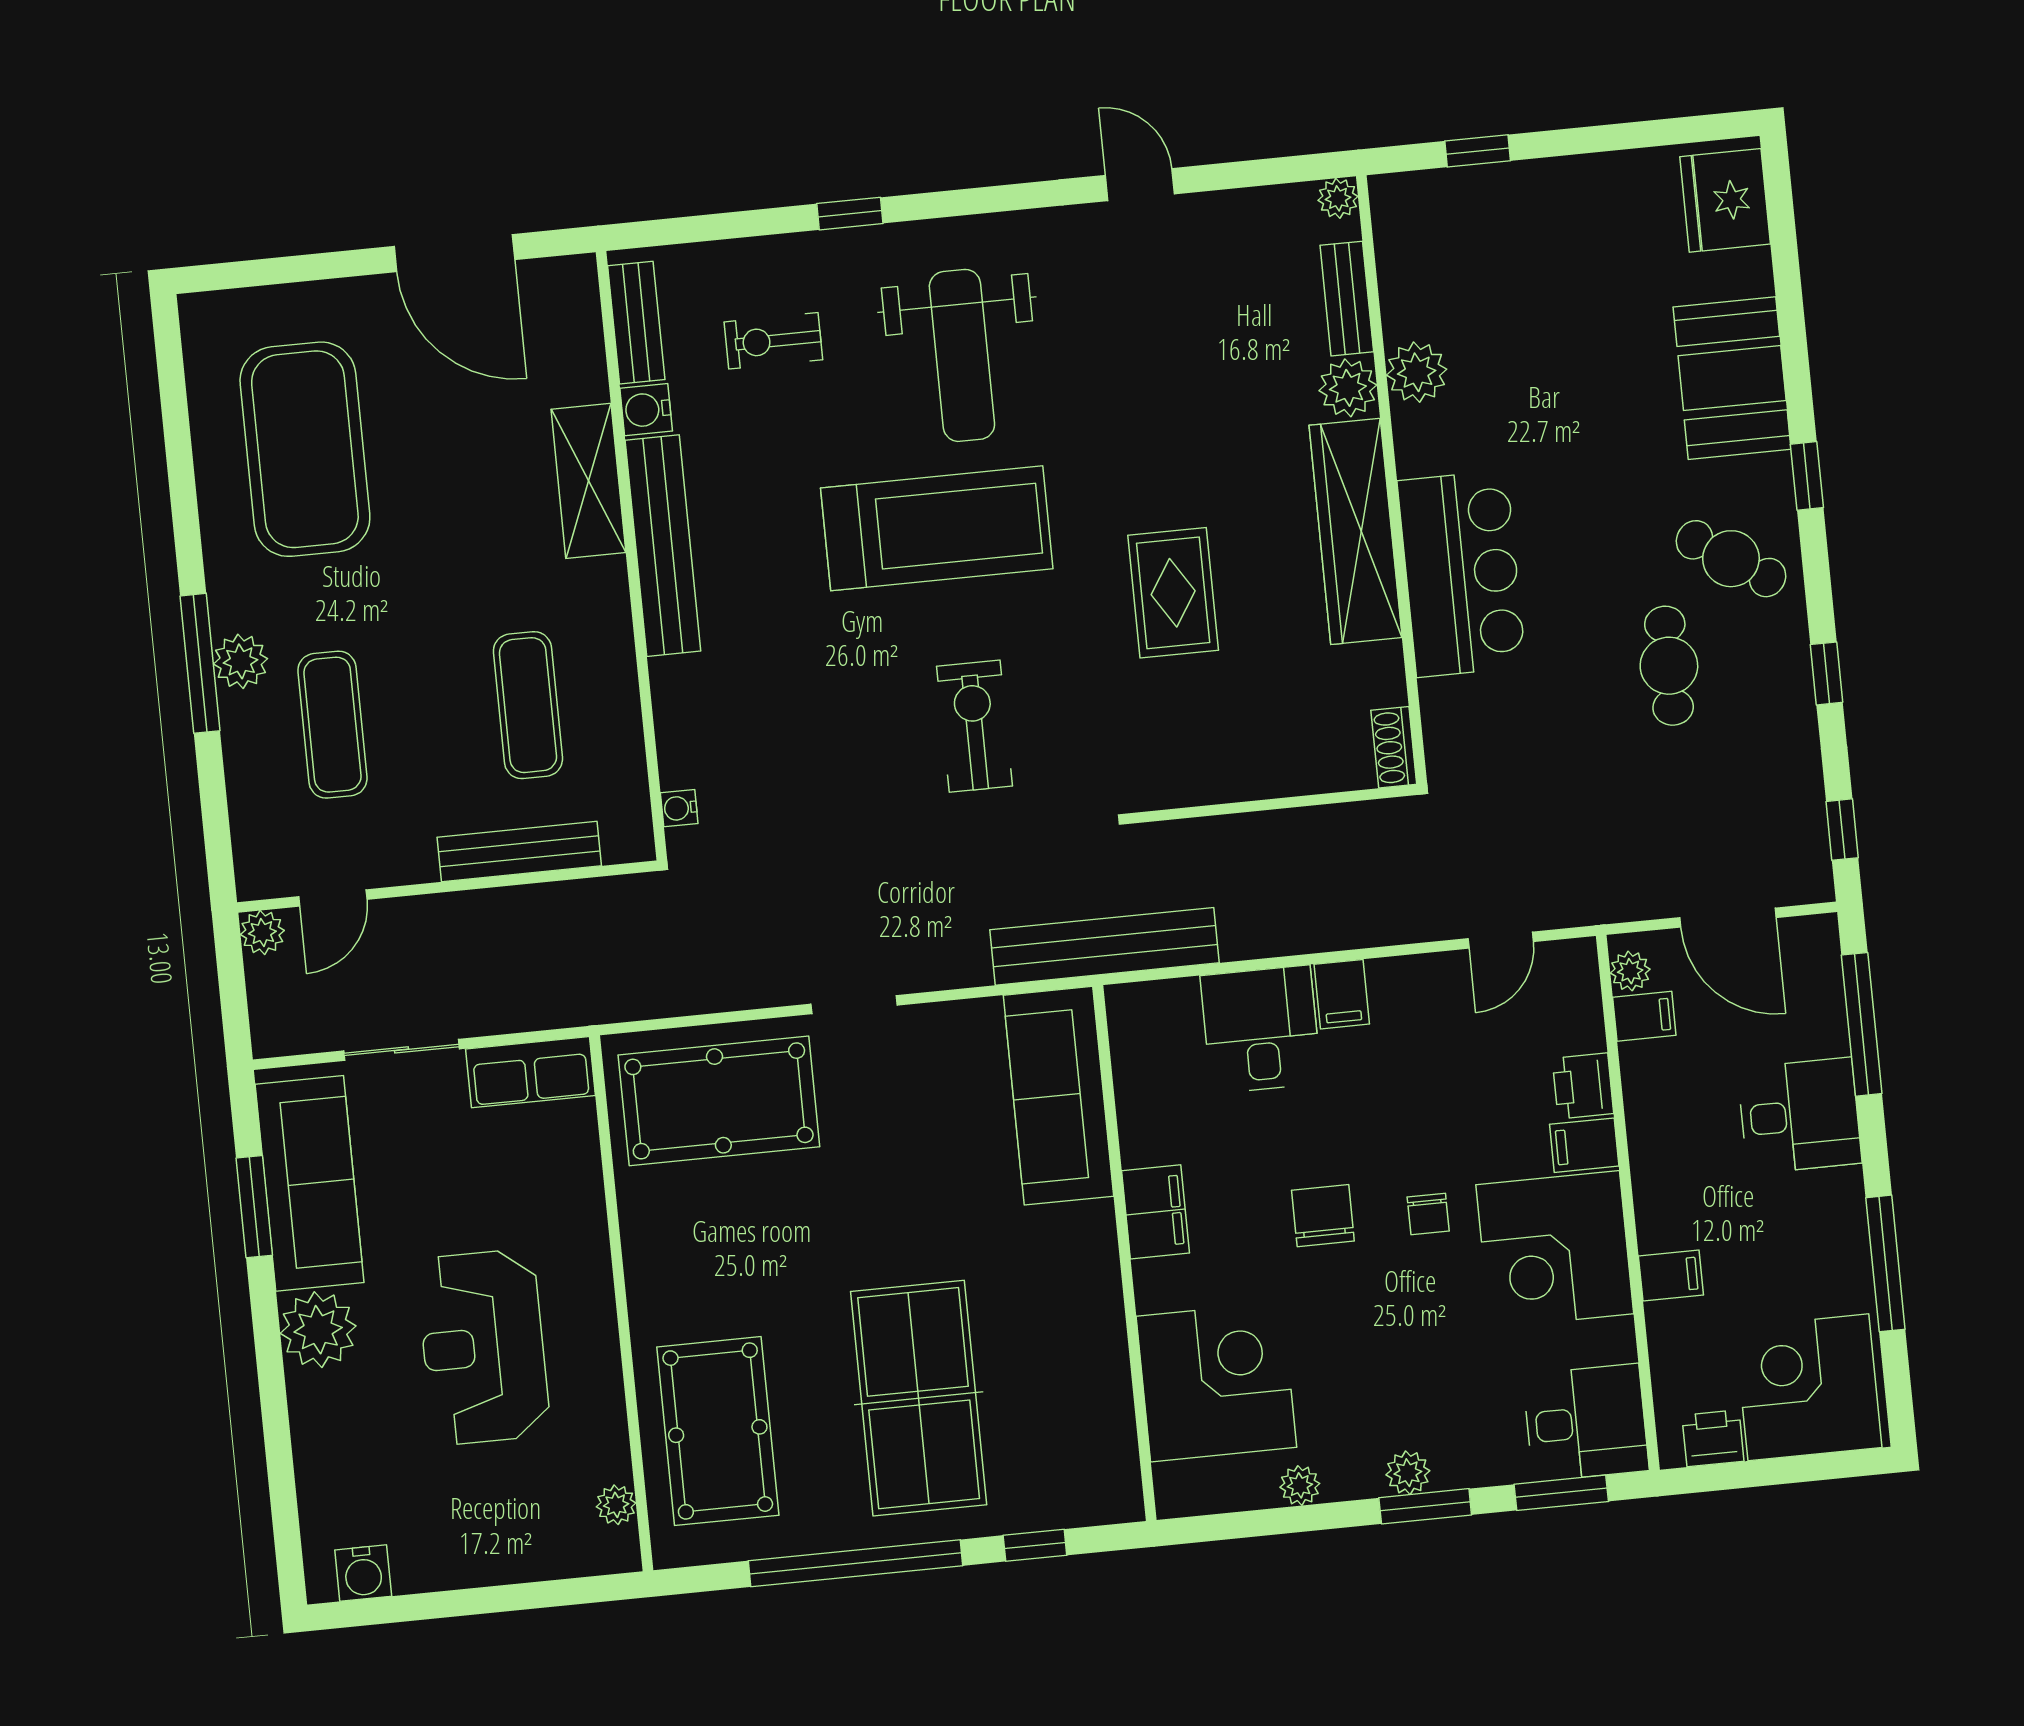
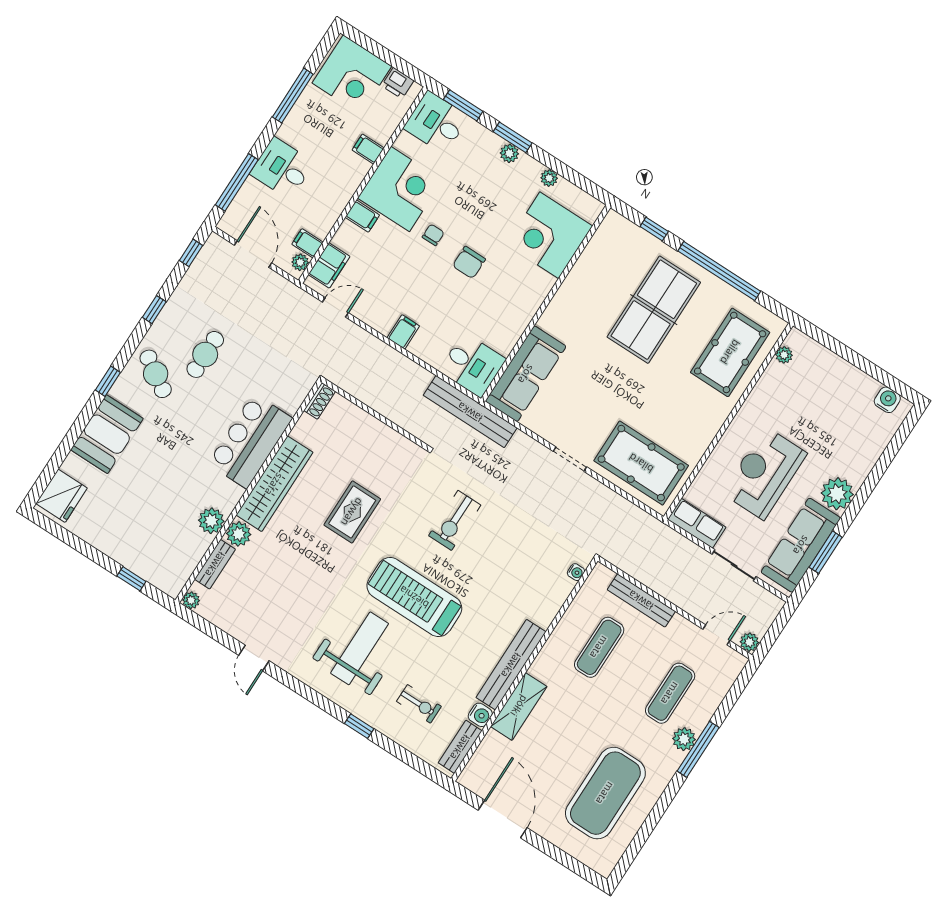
desk: (1261, 1029) -> (472, 365), moved, turned -90
printer: (1583, 1086) -> (347, 236), removed
filing cabinet: (1156, 1212) -> (329, 265), moved, turned 180
reception desk: (483, 1347) -> (764, 473), moved, turned 180

